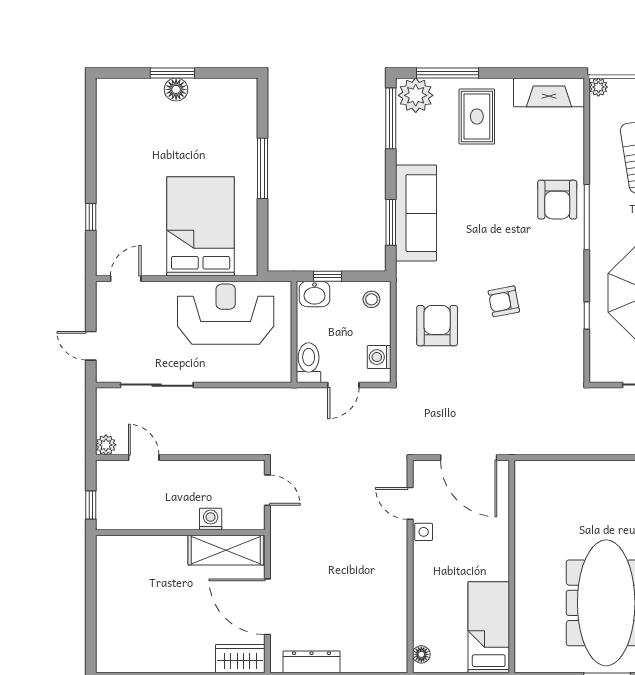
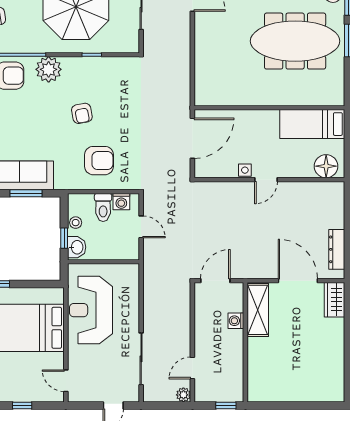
plant: (566, 254) -> (49, 69), added
stool: (371, 299) -> (76, 223), moved
armchair: (437, 326) -> (99, 161), turned 180
toilet: (309, 363) -> (103, 207), moved, turned -90
door: (267, 490) -> (215, 281), width x1.38
door: (410, 503) -> (266, 180), moved
door: (267, 607) -> (298, 281), swing flipped
floor lamp: (421, 654) -> (326, 166), width x1.89, depth x1.89

